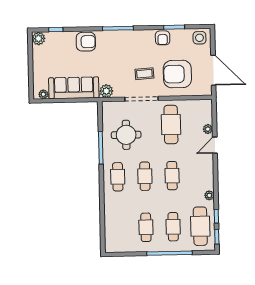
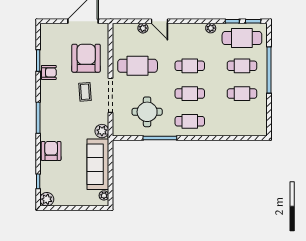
side table: (199, 38) -> (50, 35), removed
armchair: (177, 74) -> (86, 58), turned 180

